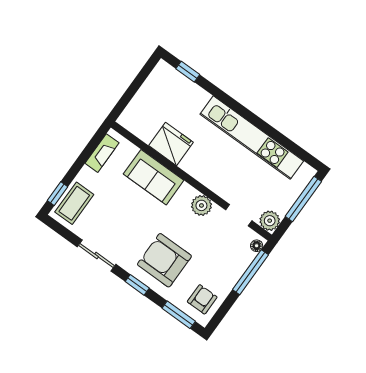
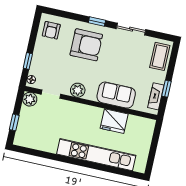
window: (188, 72) -> (123, 172), removed
kitchen unit: (252, 138) -> (96, 155), moved
window: (57, 194) -> (166, 89), moved
window: (303, 199) -> (14, 122), width x0.46
window: (250, 272) -> (28, 61), width x0.46
window: (179, 315) -> (62, 14), removed

